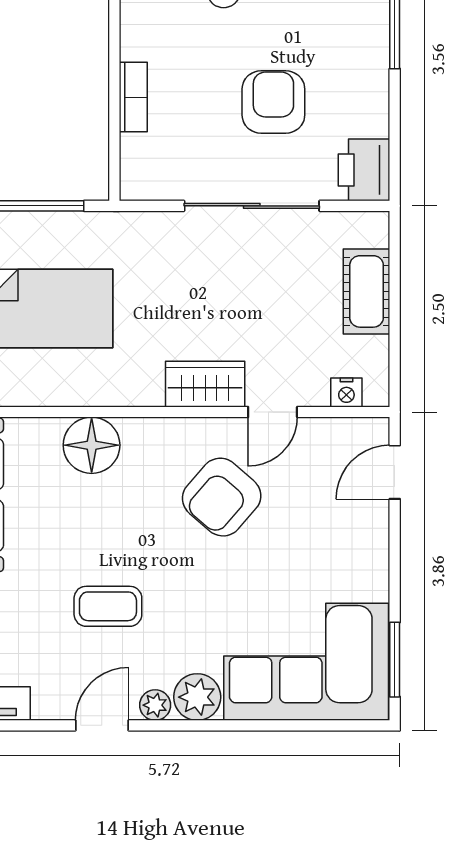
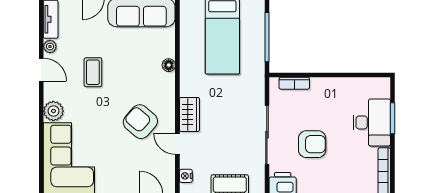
bookcase: (133, 97) -> (294, 83), moved
floor lamp: (92, 445) -> (169, 65), width x0.53, depth x0.53
plant: (155, 705) -> (50, 47), moved

